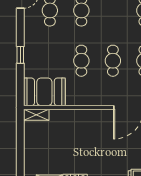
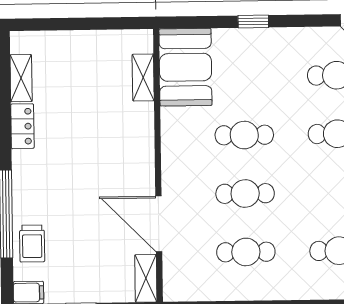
shelving: (36, 115) -> (143, 77), moved

